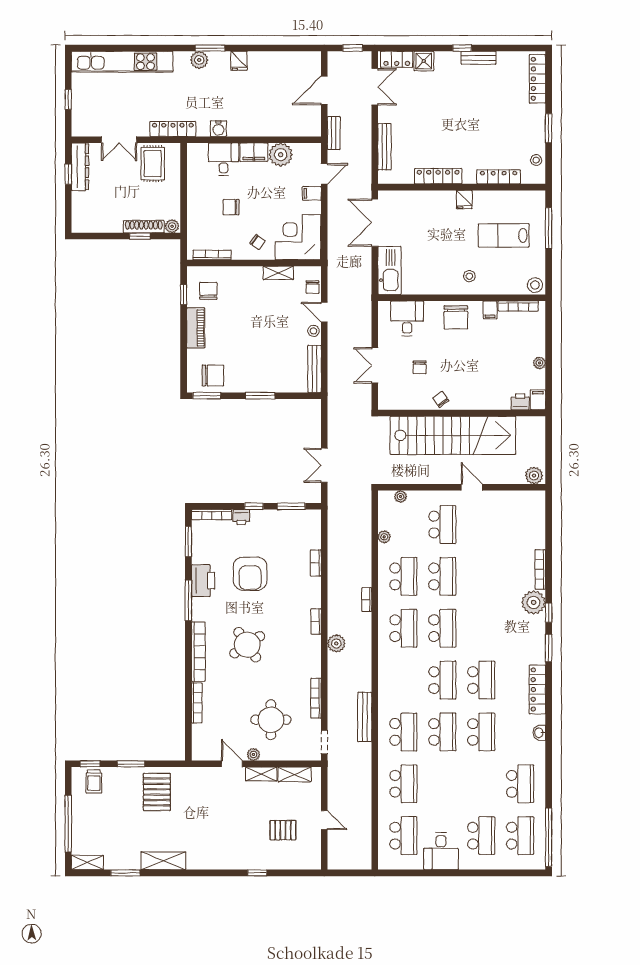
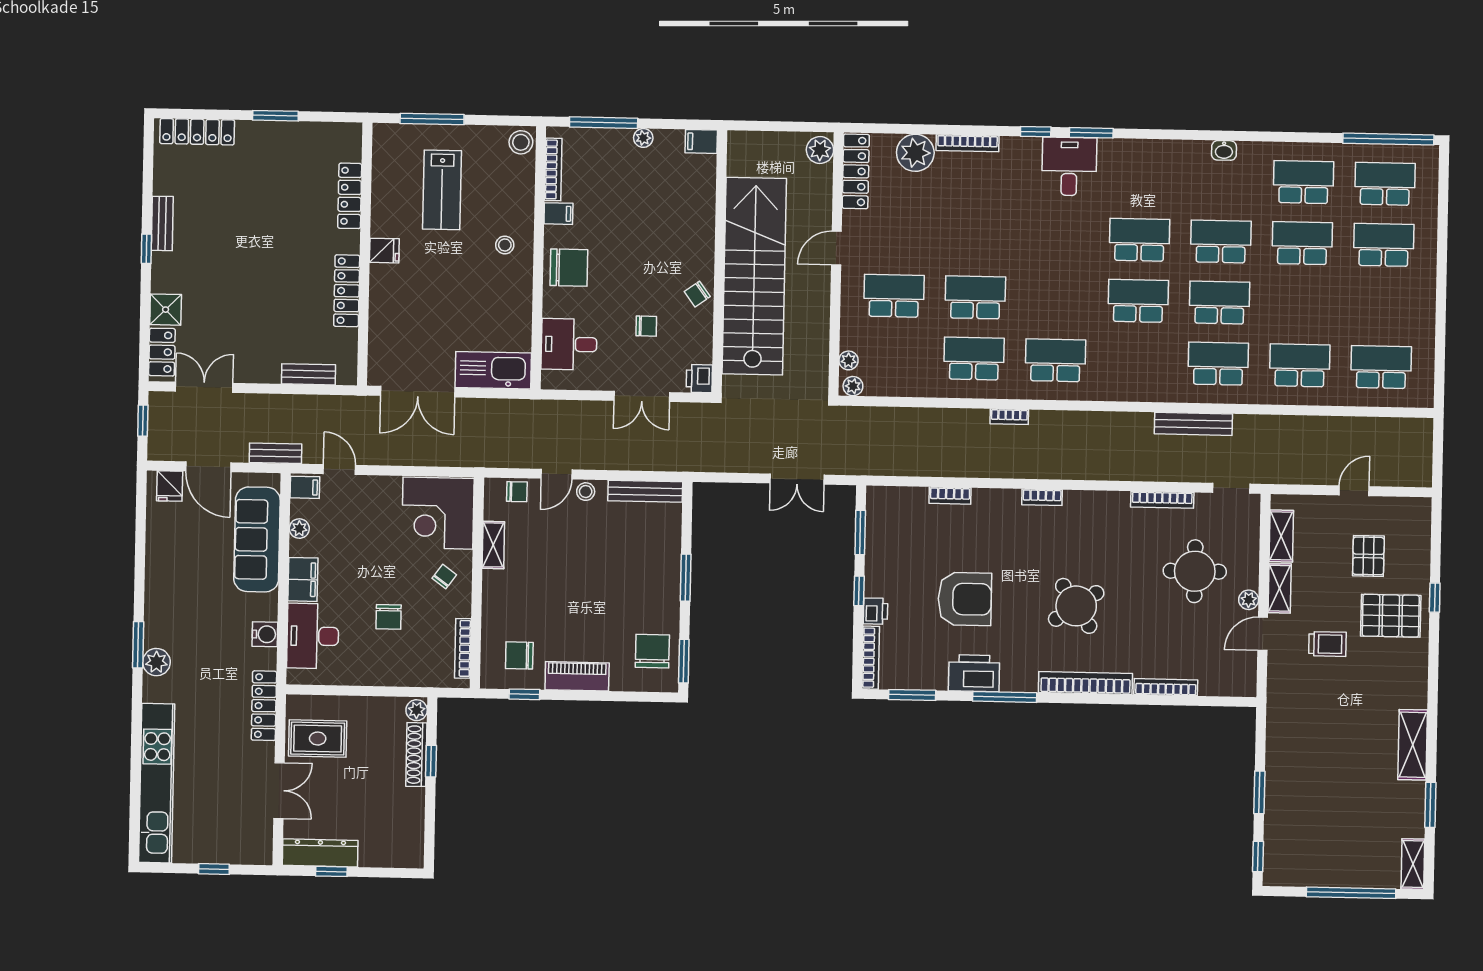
fridge: (239, 61) -> (170, 486), moved, turned 90
sofa: (279, 122) -> (257, 539), added
bench: (384, 147) -> (308, 374), width x0.73
plant: (281, 155) -> (299, 529), width x0.53, depth x0.53
desk: (224, 159) -> (313, 636), width x1.37
stool: (536, 160) -> (325, 136), removed
filing cabinet: (312, 193) -> (305, 487), moved, turned -90
window: (549, 337) -> (604, 123), added
printer: (520, 402) -> (699, 379), moved
plant: (384, 537) -> (853, 386), moved
plant: (534, 602) -> (915, 153), moved
school desk: (442, 628) -> (1302, 243), moved
plant: (336, 643) -> (1077, 466), removed
locker: (537, 689) -> (856, 171), moved, turned -90
trolley: (94, 781) -> (1327, 644), moved
pallet: (157, 792) -> (1391, 616), moved
desk: (441, 851) -> (1069, 166), moved, turned -90

